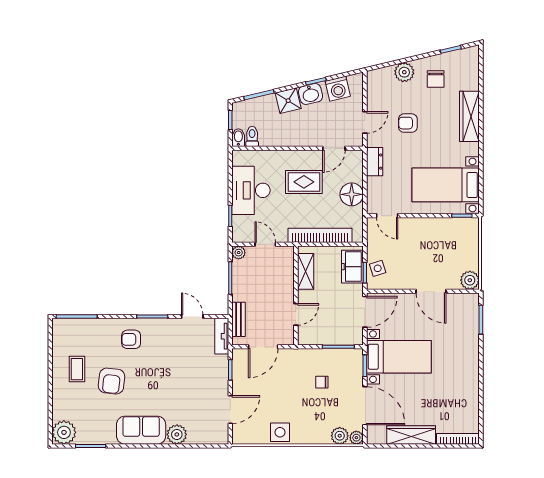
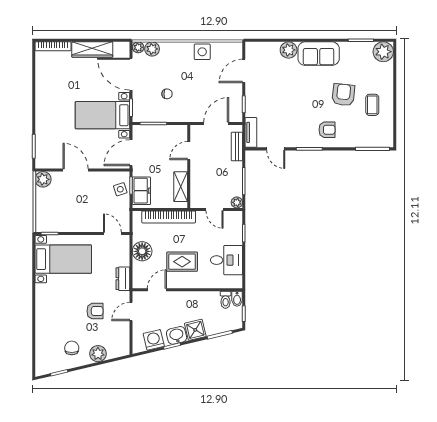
wardrobe: (469, 116) -> (43, 317), removed
desk: (251, 190) -> (226, 260), width x0.73

